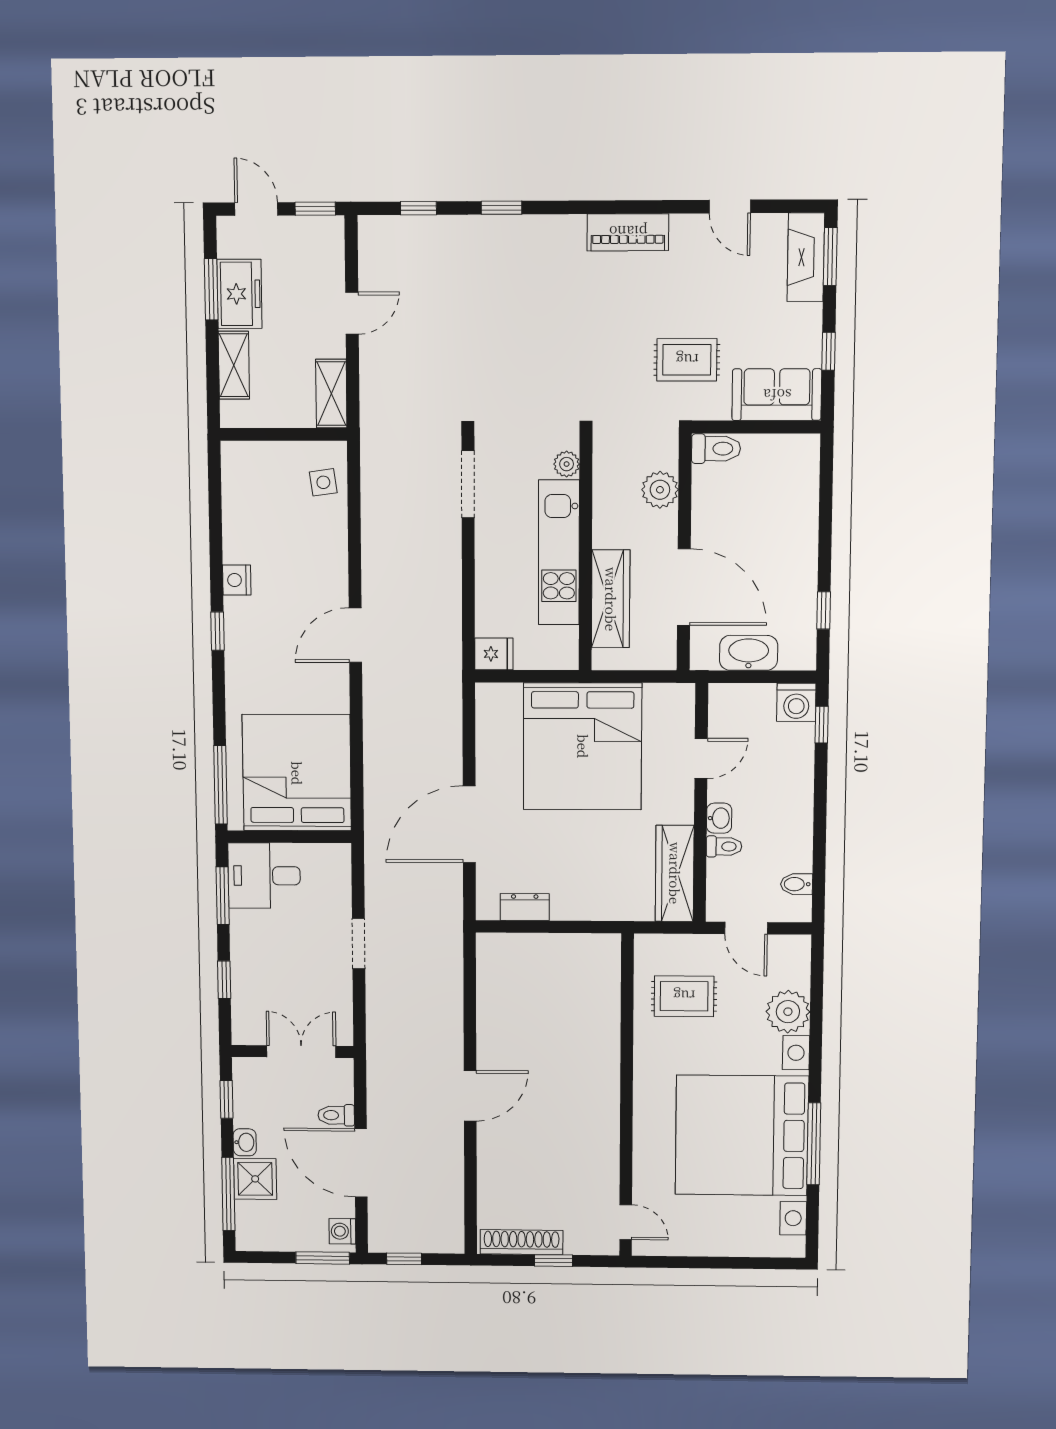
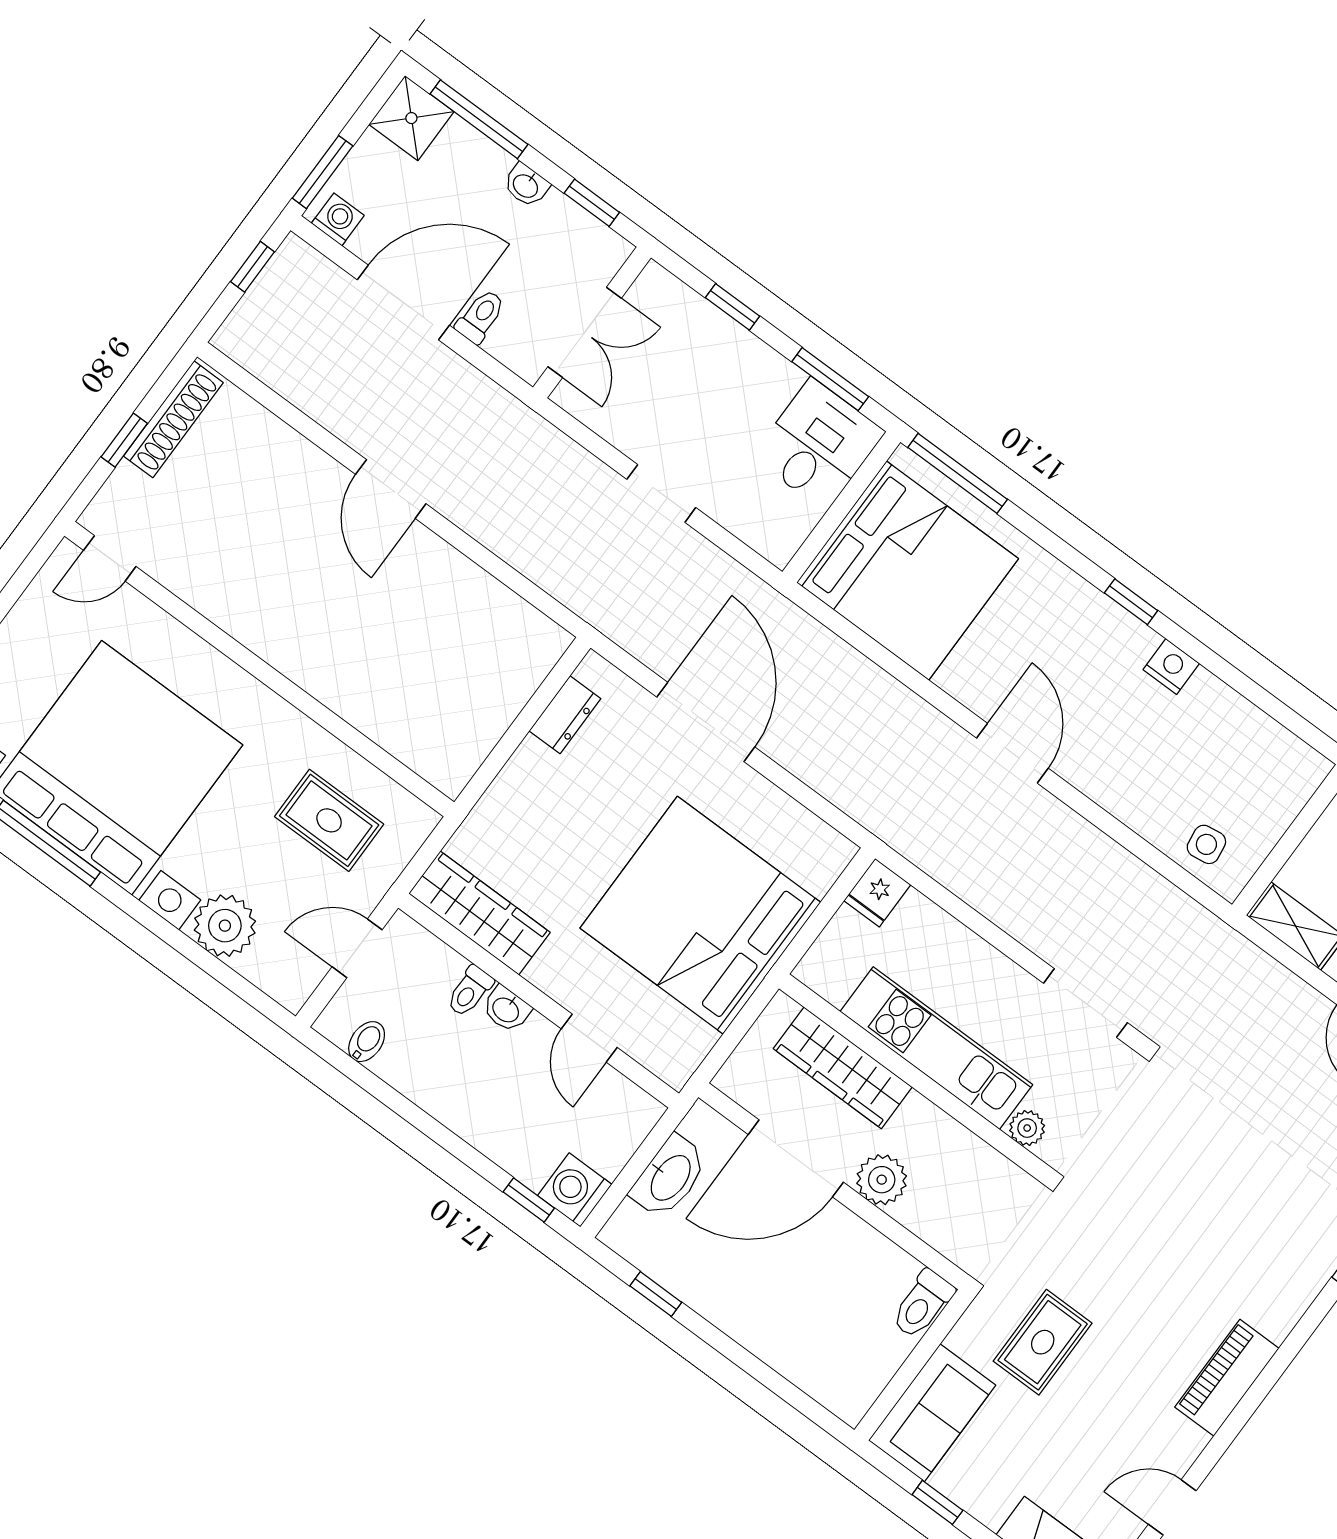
plant: (660, 490) -> (882, 1180), moved
rug: (684, 996) -> (329, 820), turned 90
shower: (255, 1179) -> (411, 118), moved

